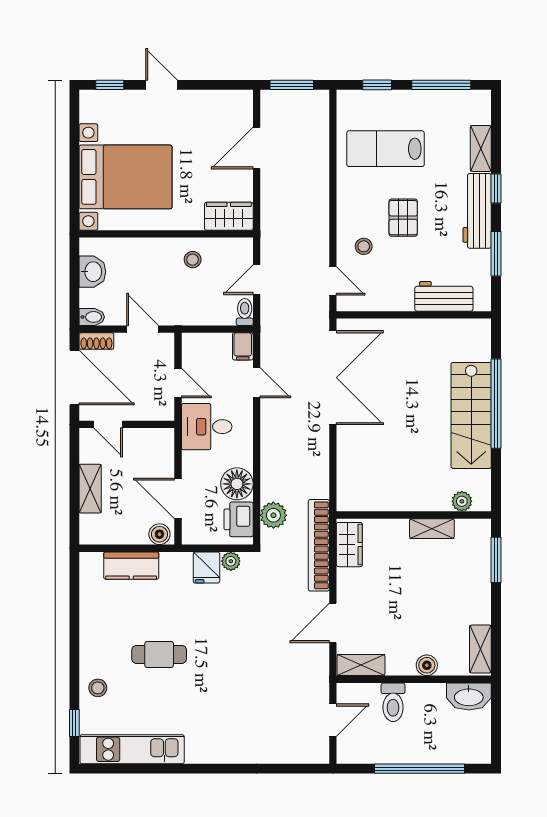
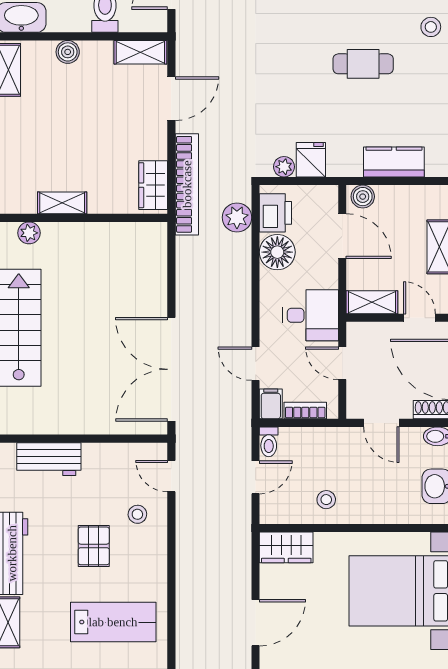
bookcase: (212, 340) -> (305, 410), added
shelving: (151, 438) -> (372, 302), added

